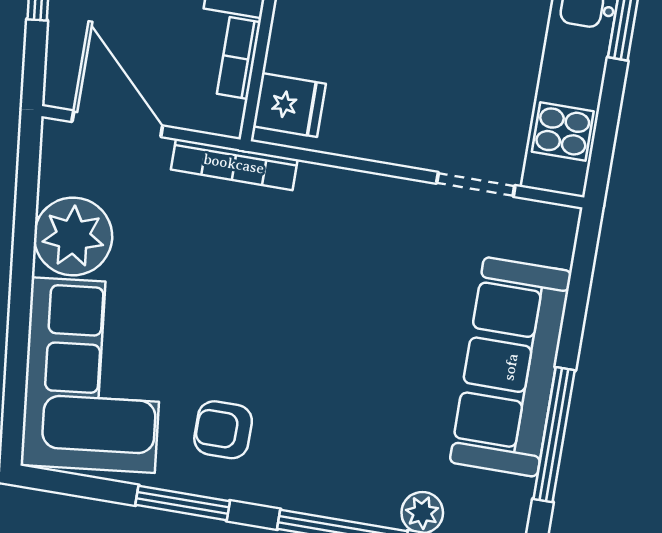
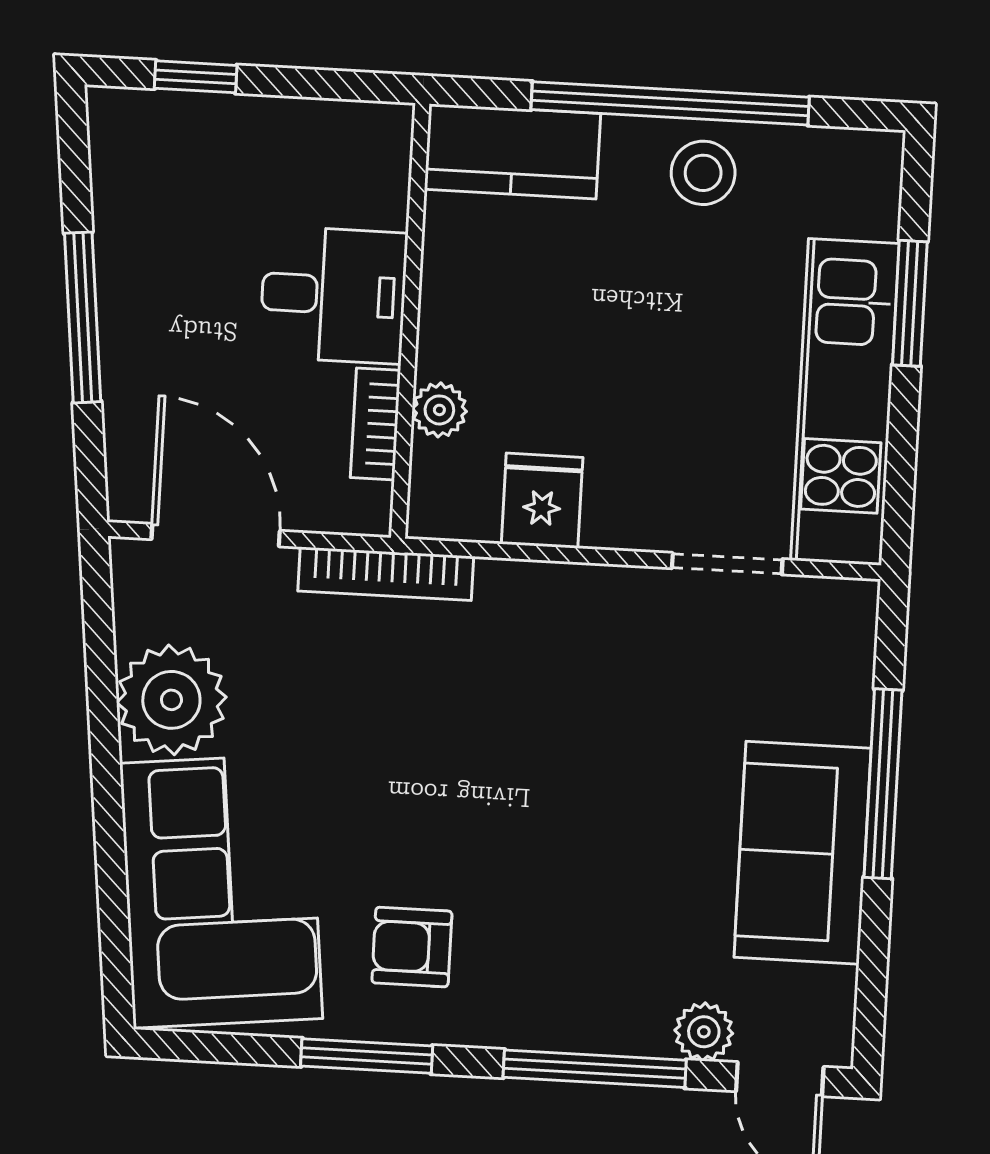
plant: (285, 53) -> (439, 410), added
fridge: (289, 105) -> (542, 501), moved, turned -90
sofa: (511, 367) -> (803, 853), width x0.73
window: (554, 435) -> (883, 784), moved

